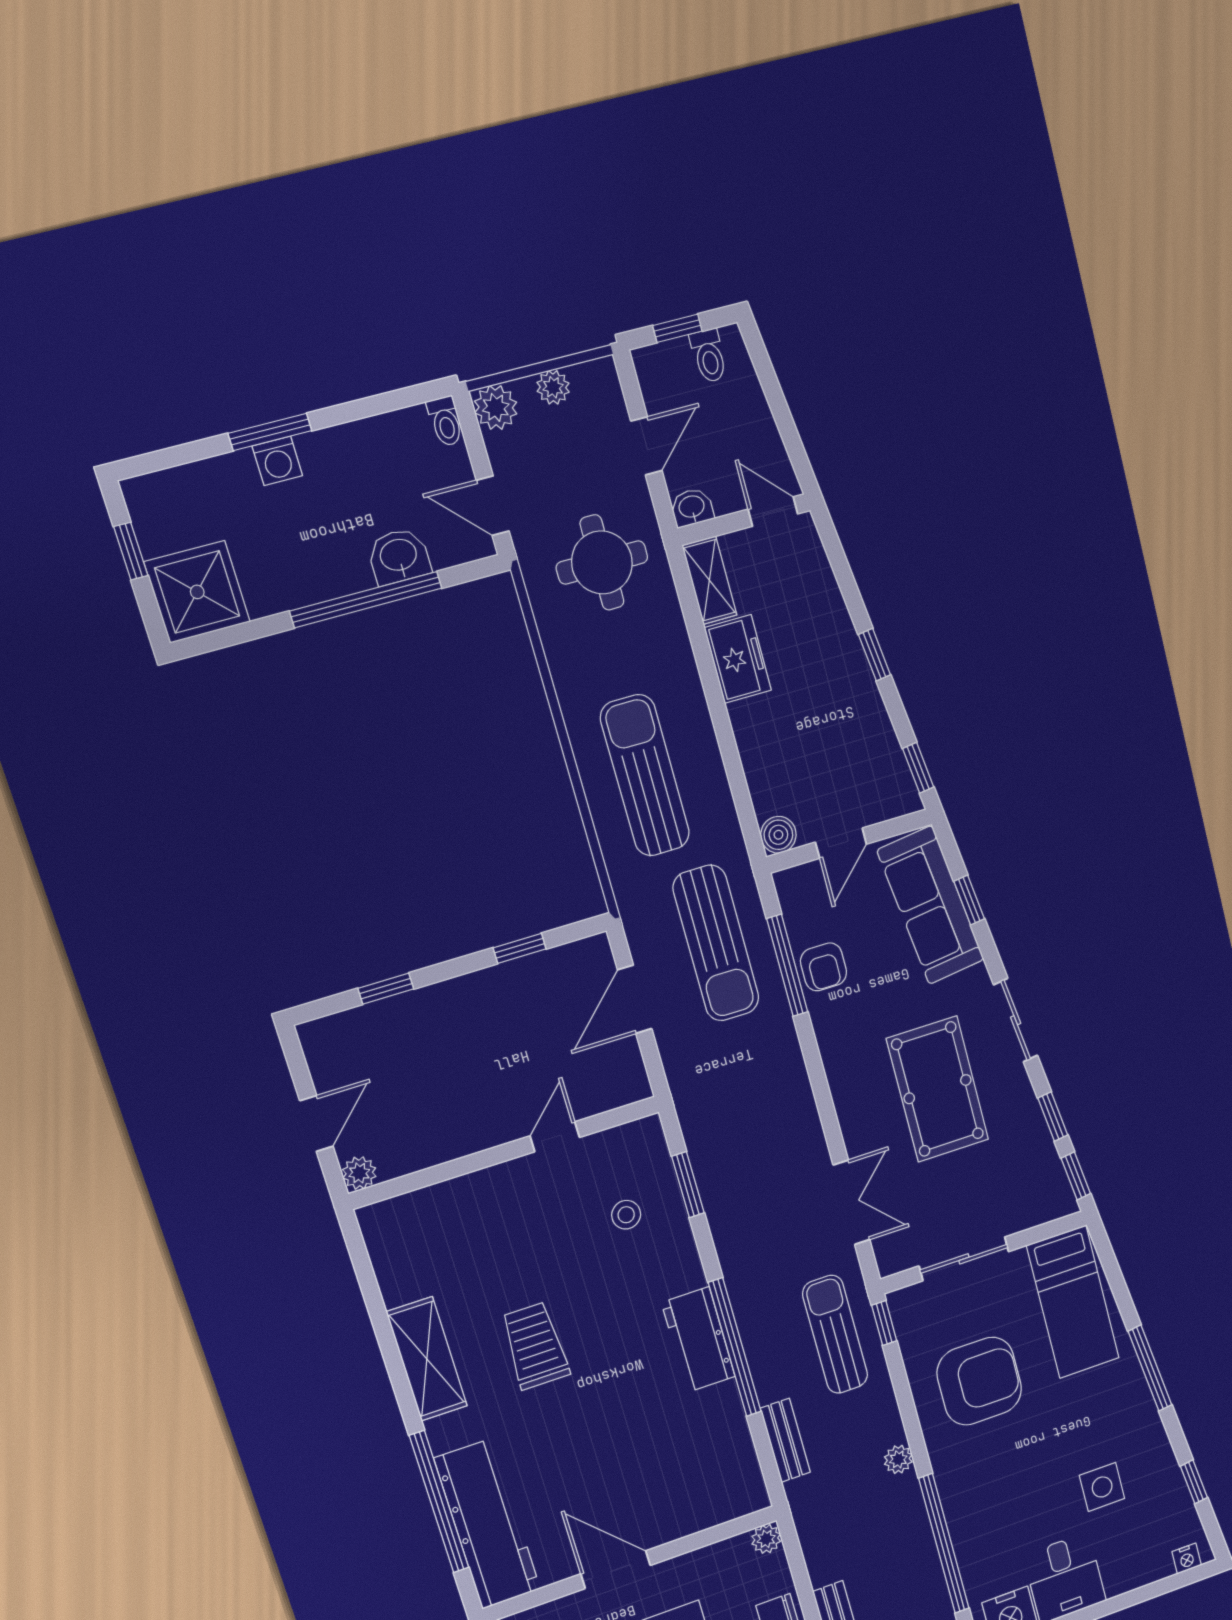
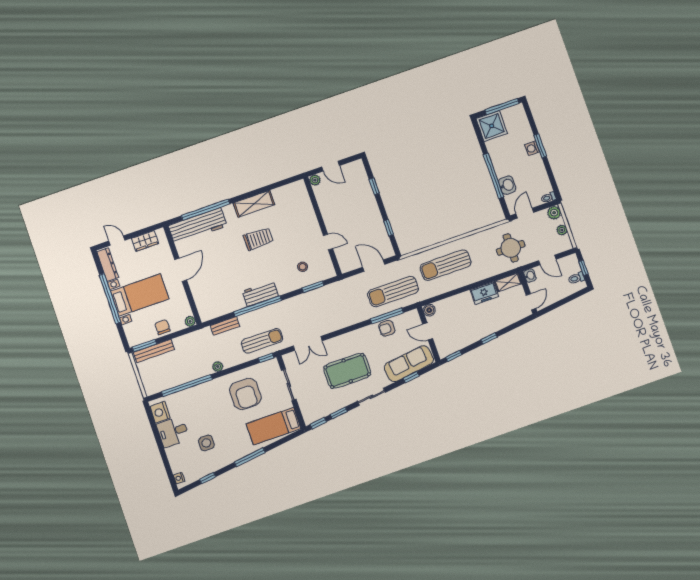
window: (131, 551) -> (502, 107), width x2.17
sun lounger: (645, 775) -> (446, 265), turned 180

